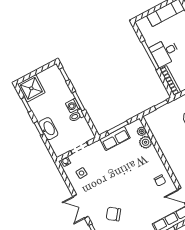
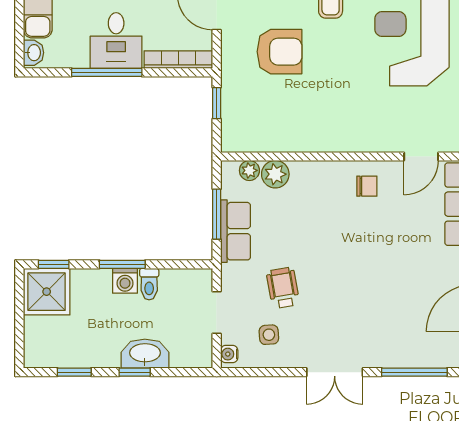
washbasin: (143, 23) -> (33, 53), added
shower: (31, 88) -> (47, 292), moved
wheelchair: (103, 169) -> (283, 288), added
chair: (113, 214) -> (384, 315), removed

